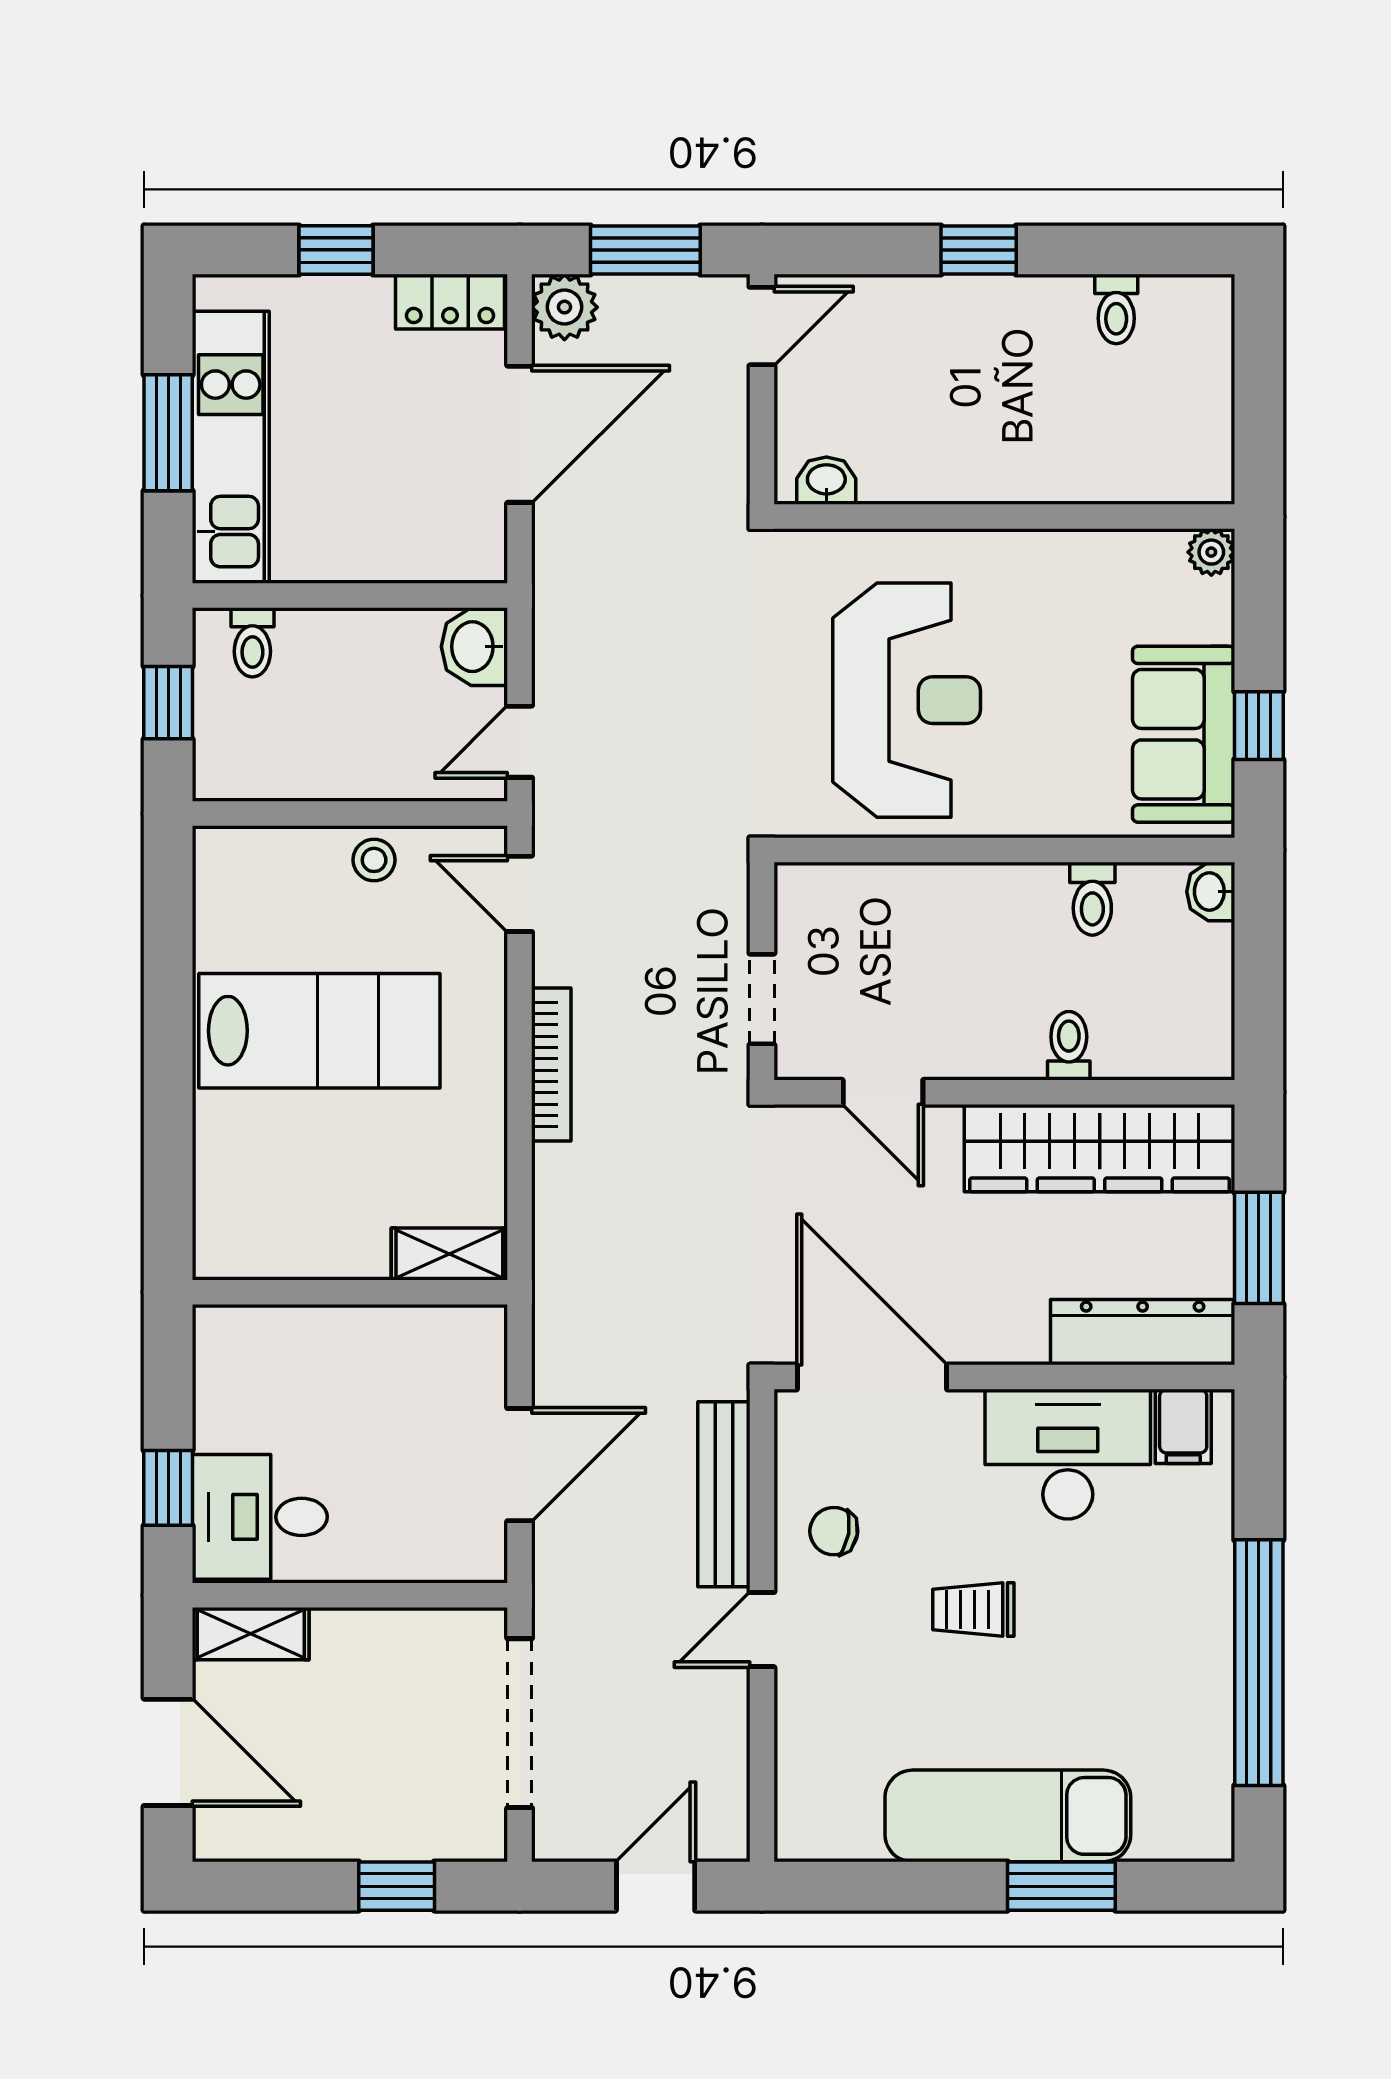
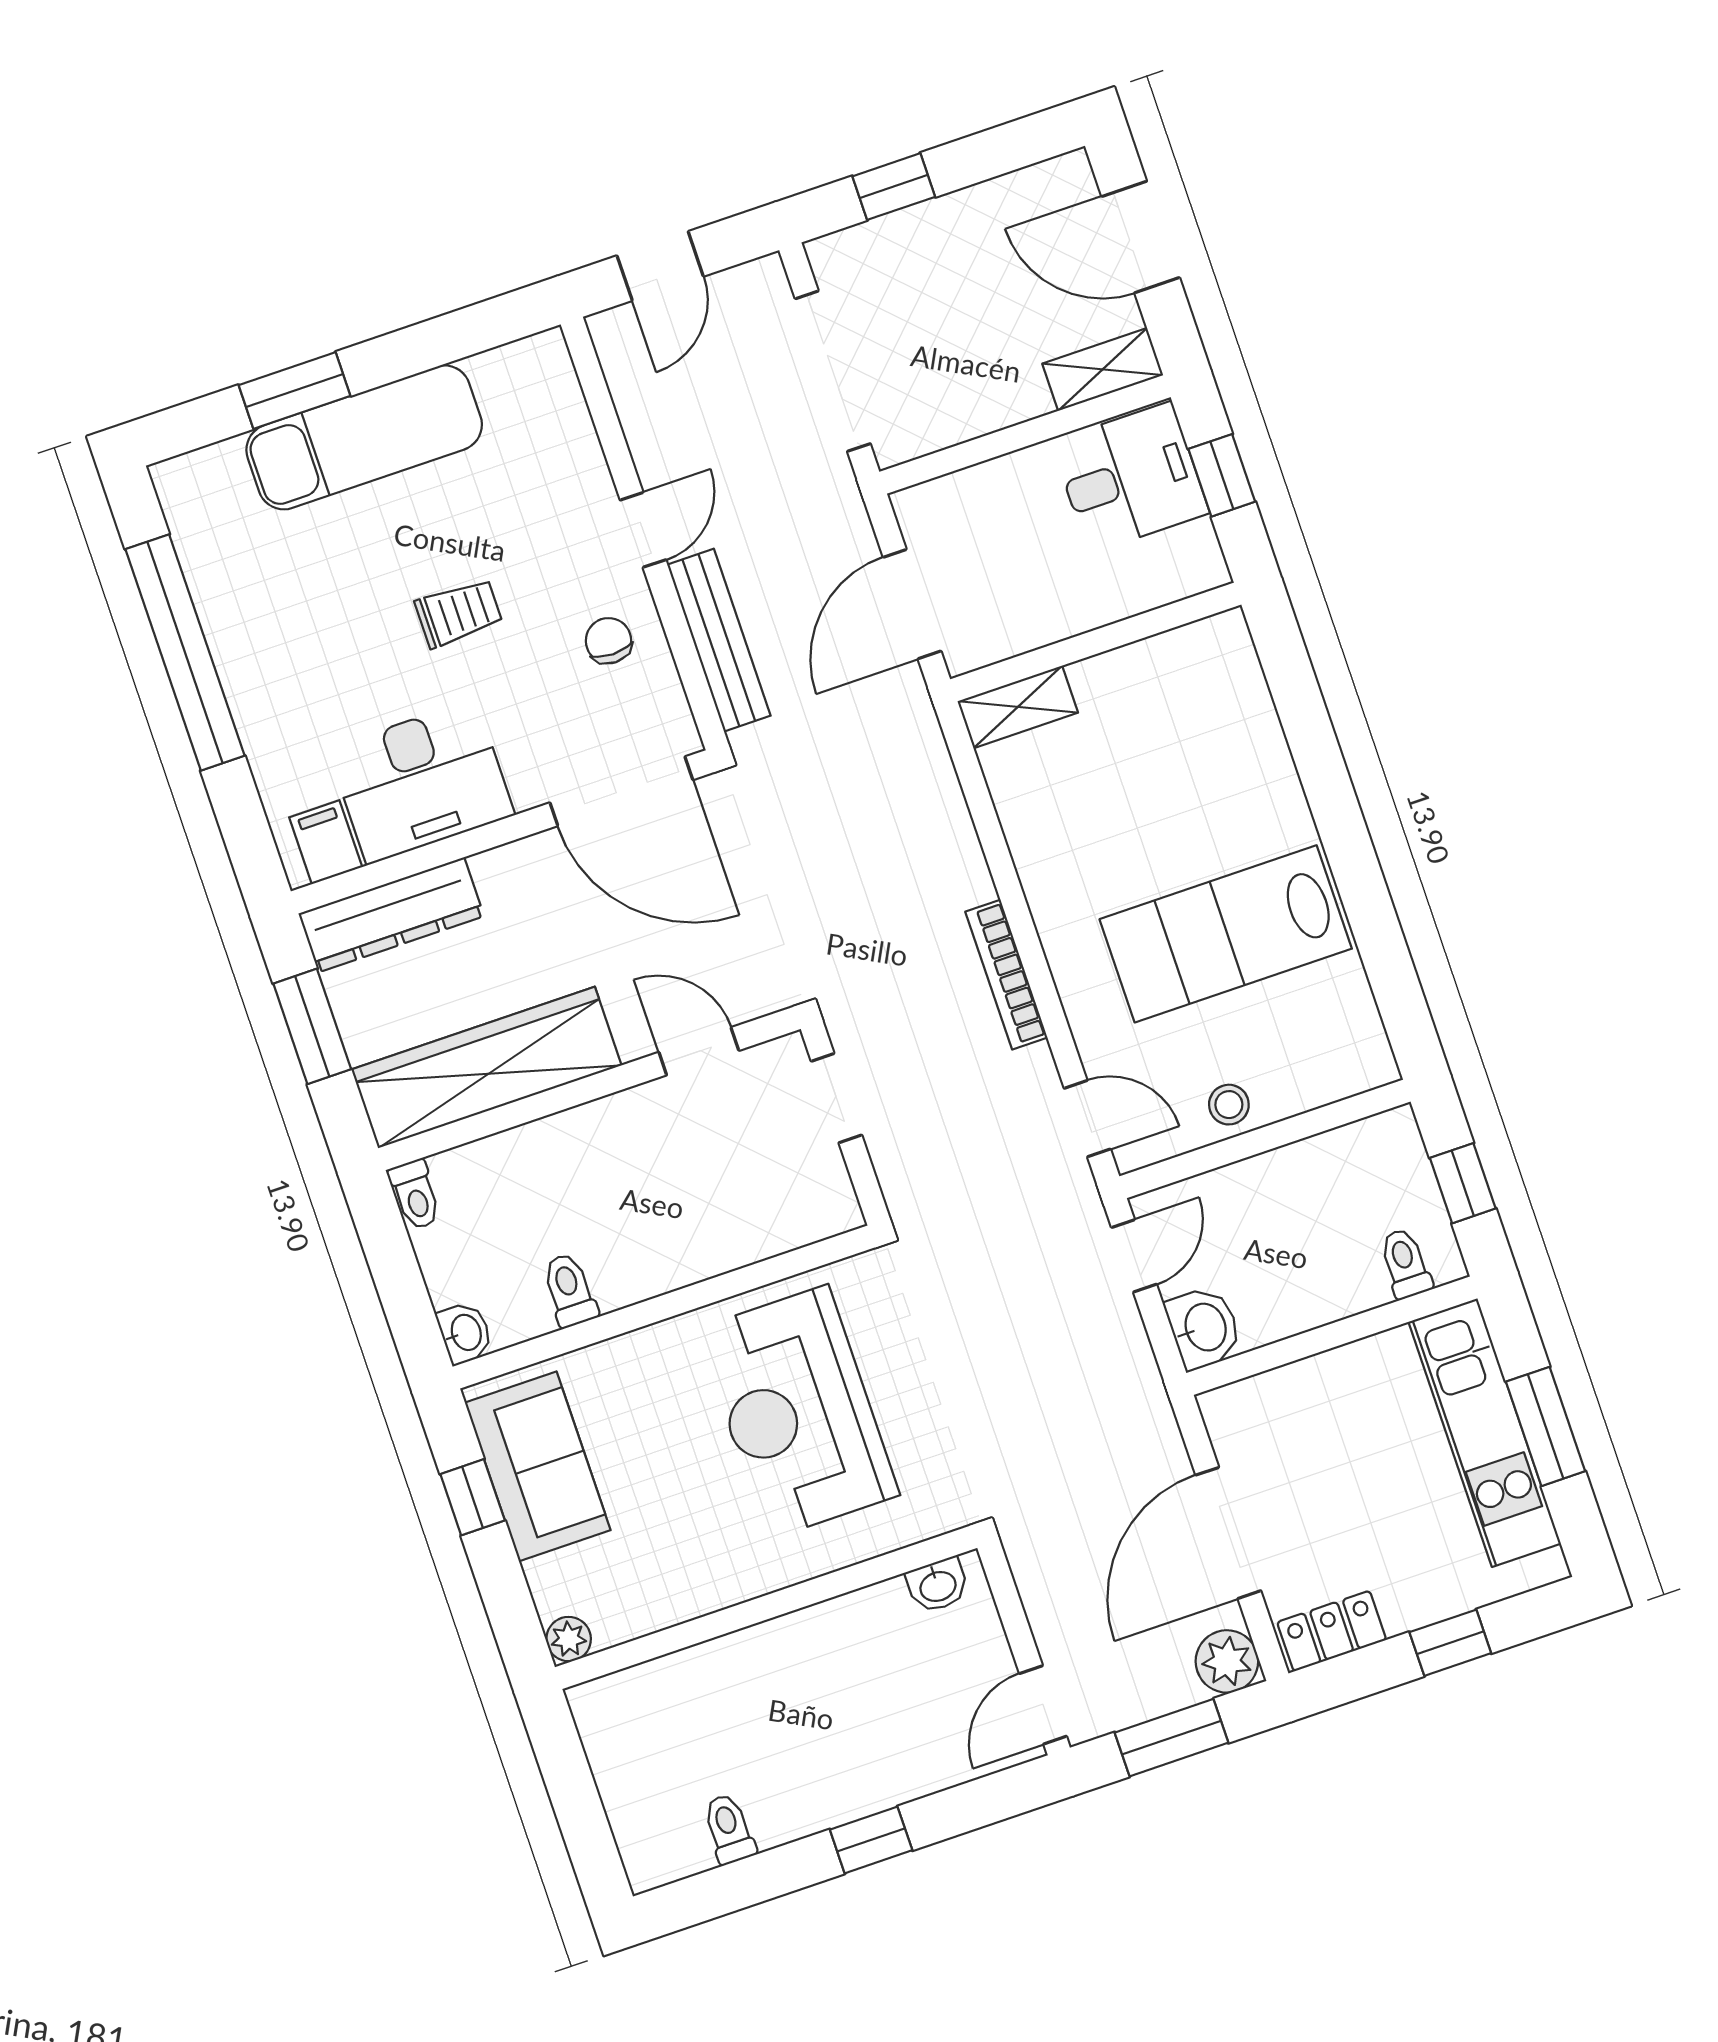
toilet: (1069, 1046) -> (415, 1195), moved
shelving: (449, 1254) -> (1018, 707), moved
wall: (350, 1292) -> (1096, 642), moved
chair: (834, 1531) -> (609, 641), turned -100

